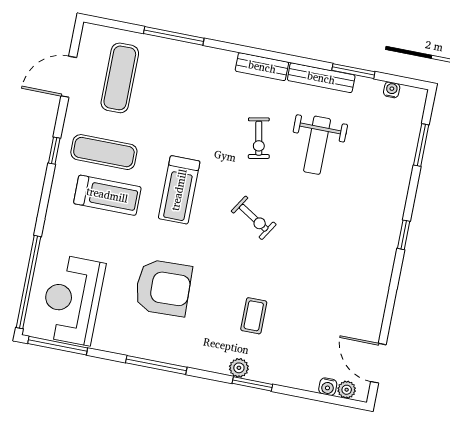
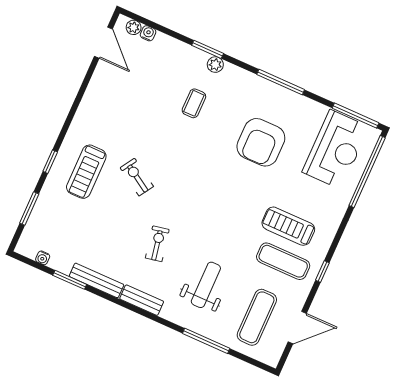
weight bench: (317, 145) -> (206, 285), moved
treadmill: (179, 190) -> (86, 172), moved, turned 180
exercise bike: (254, 218) -> (137, 177), moved
window: (404, 235) -> (50, 162), moved
armchair: (163, 288) -> (261, 142), turned -88

